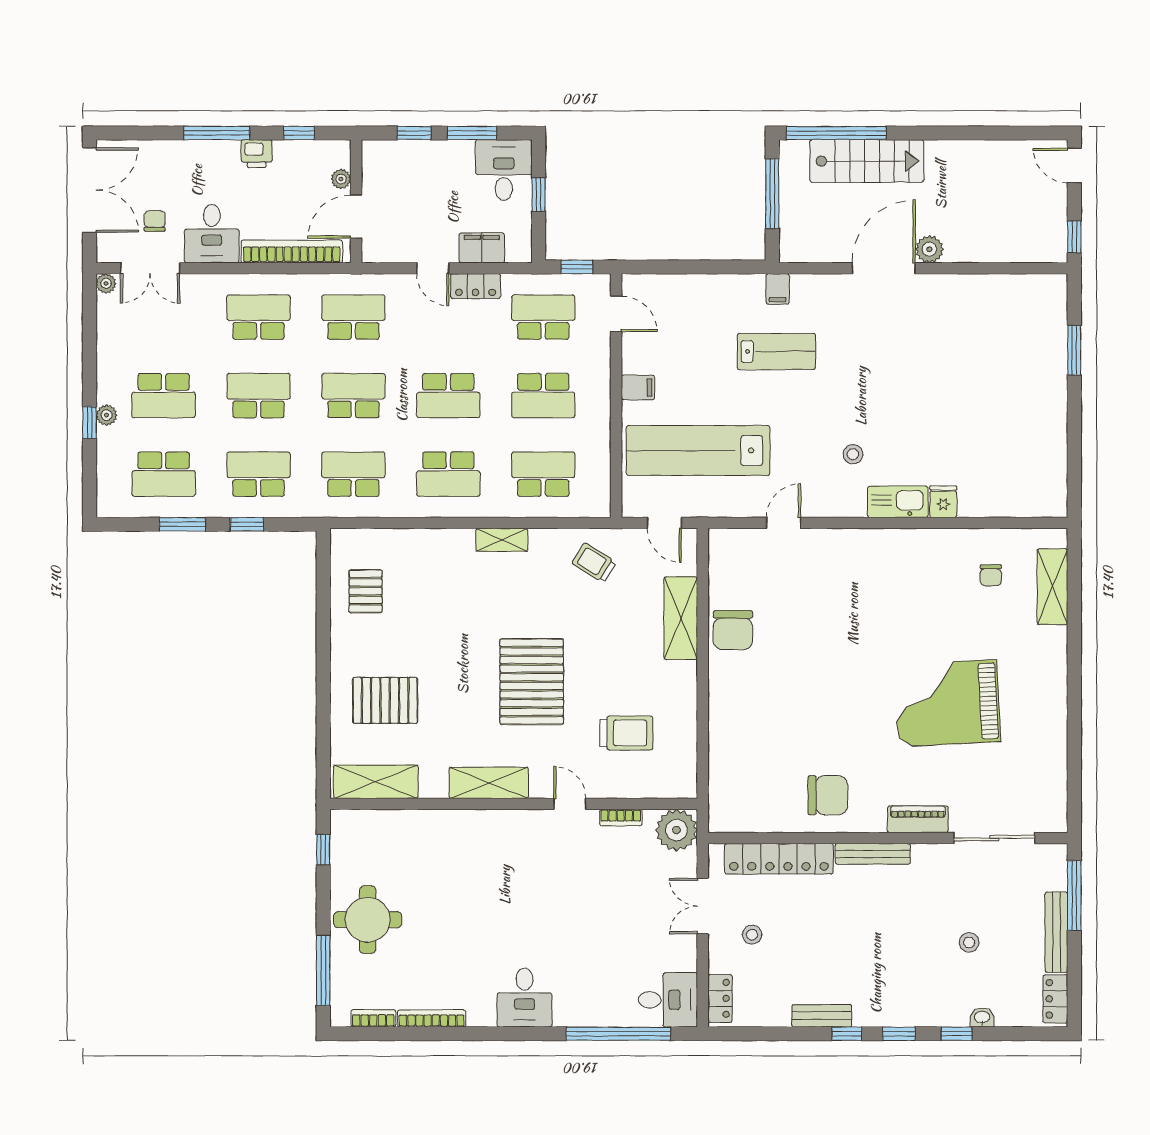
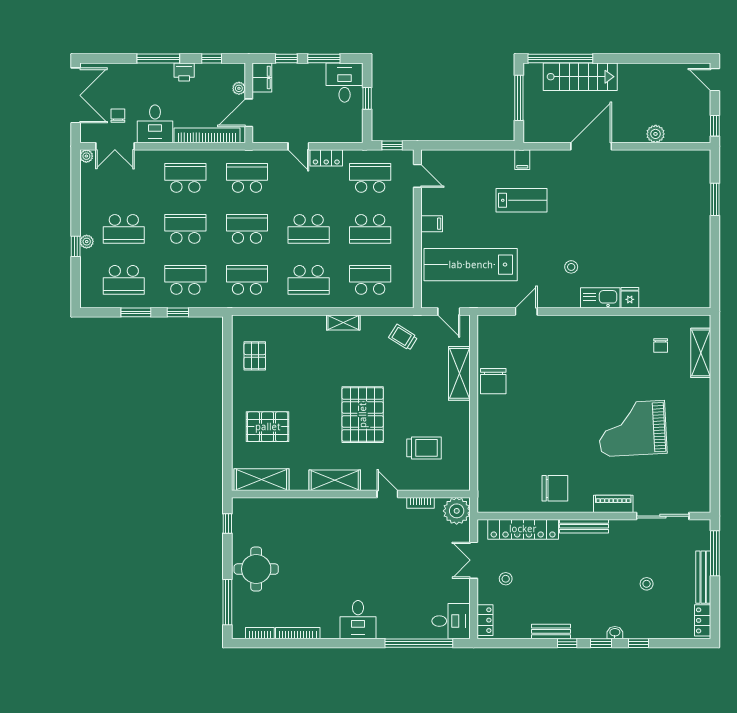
filing cabinet: (482, 248) -> (262, 77), moved, turned 90
plant: (929, 249) -> (656, 134), moved
washbasin: (982, 1018) -> (615, 633), moved

